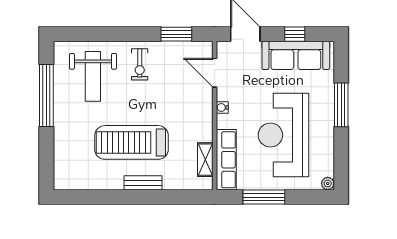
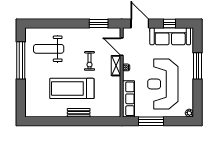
exercise bike: (140, 64) -> (90, 61), moved
weight bench: (93, 76) -> (49, 49), turned 90
shelving: (205, 160) -> (116, 66), moved

